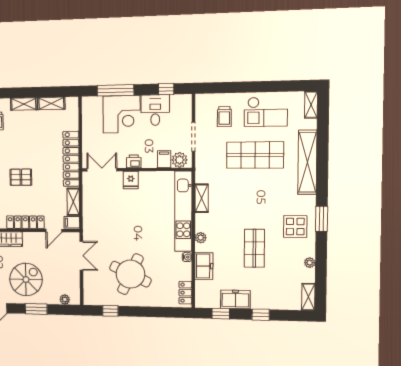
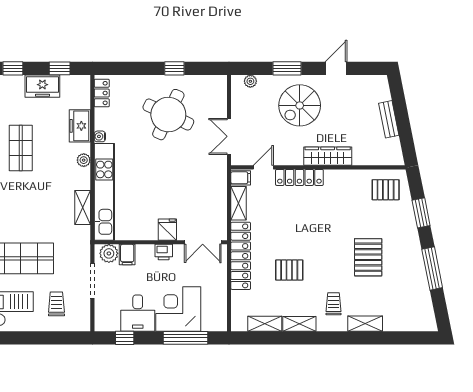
pallet: (21, 177) -> (289, 270), moved
window: (110, 311) -> (174, 68), moved

